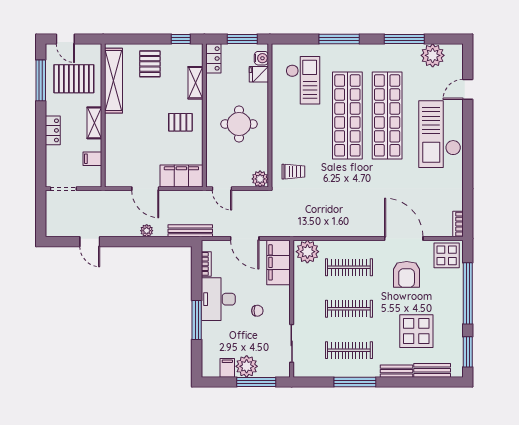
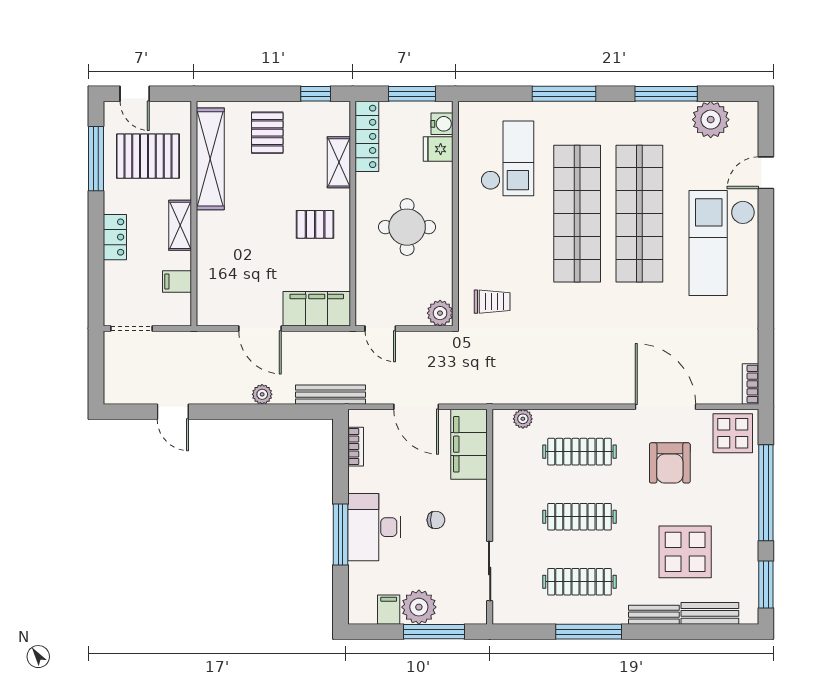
locker: (213, 58) -> (367, 136), width x1.53
plant: (307, 252) -> (523, 419), width x0.53, depth x0.53
desk: (218, 299) -> (374, 527), moved

